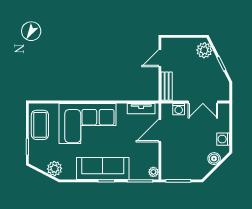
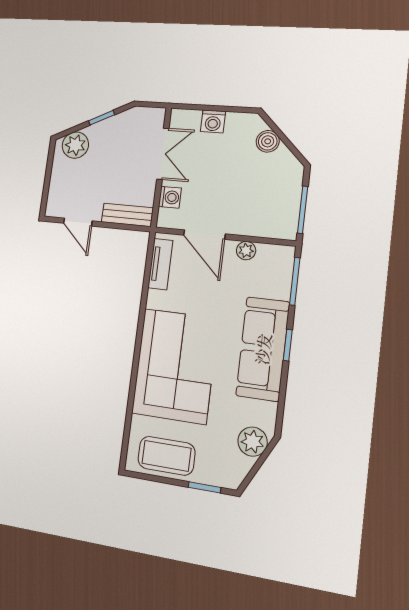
washing machine: (223, 139) -> (213, 121), moved
plant: (153, 172) -> (246, 251), moved

